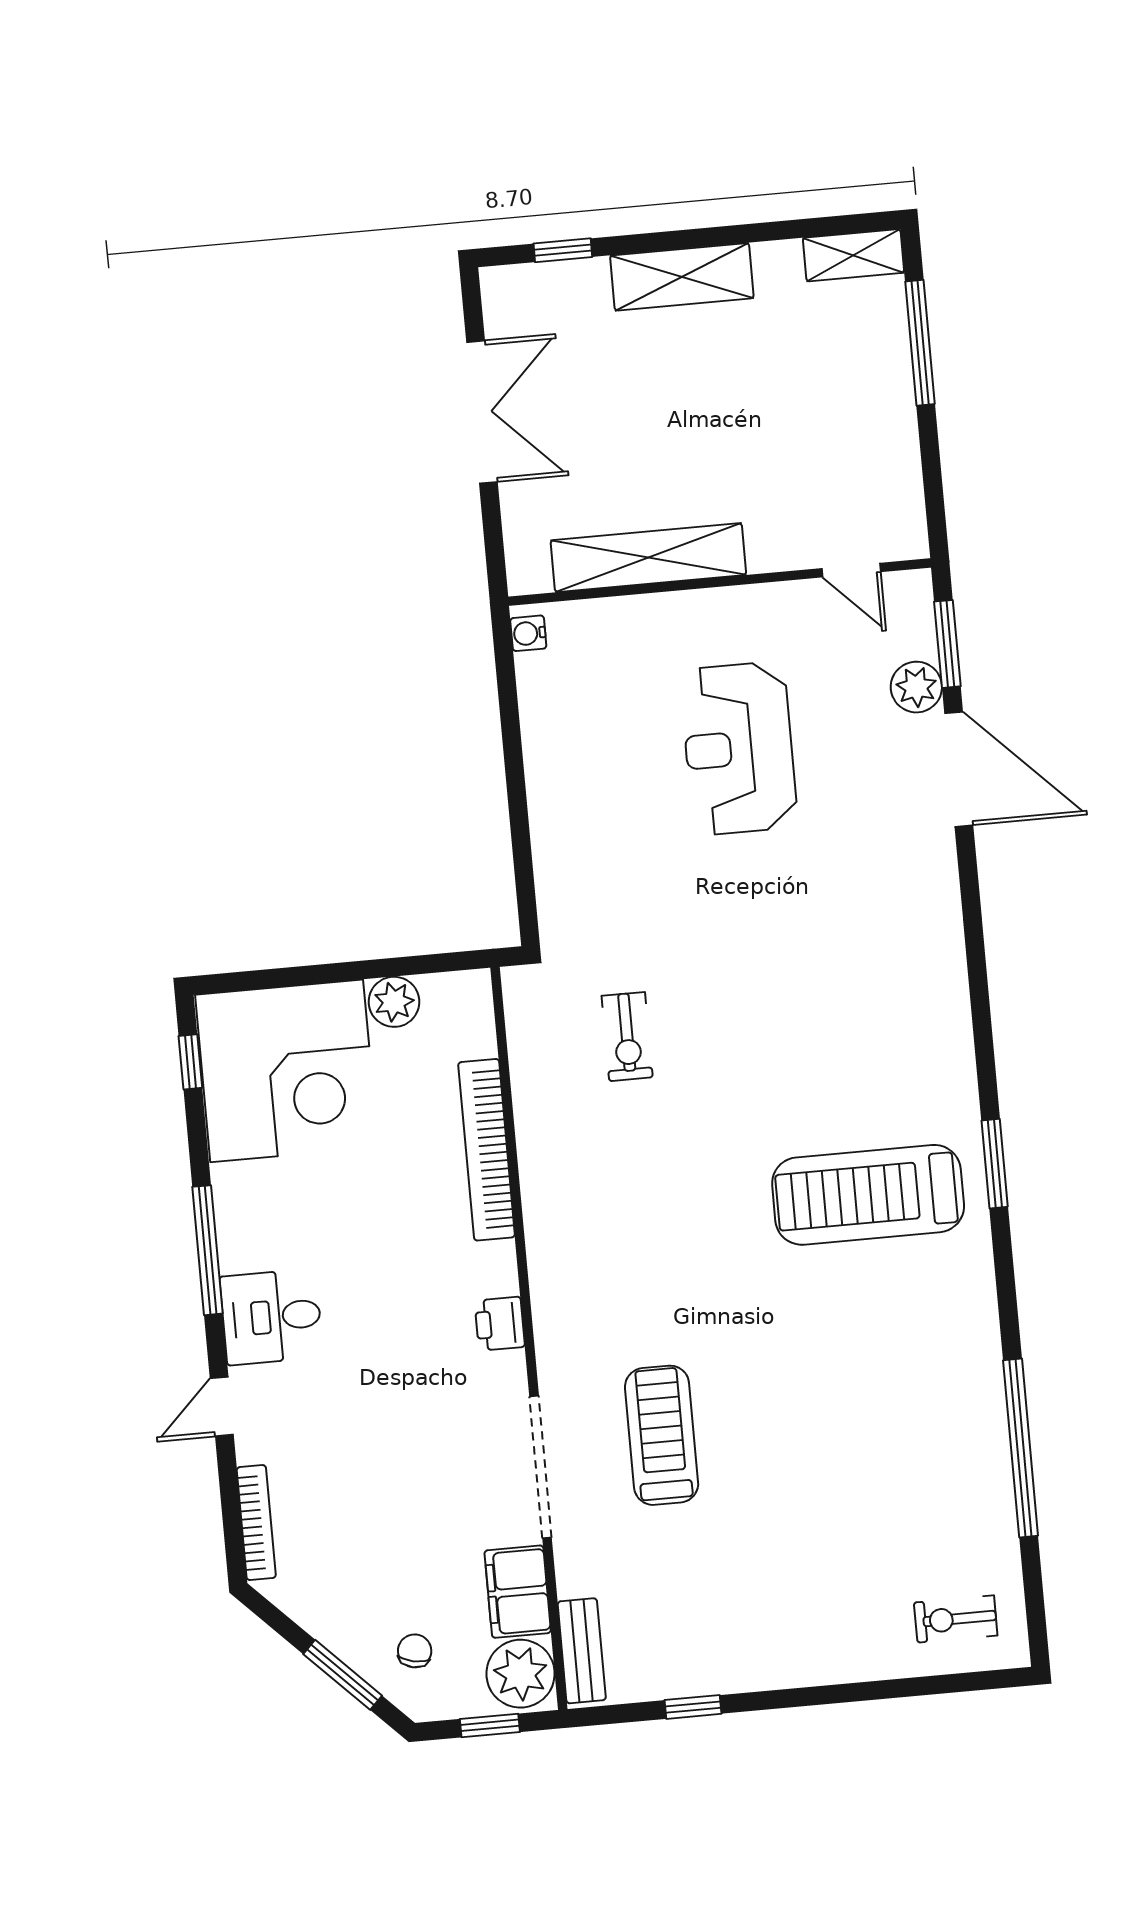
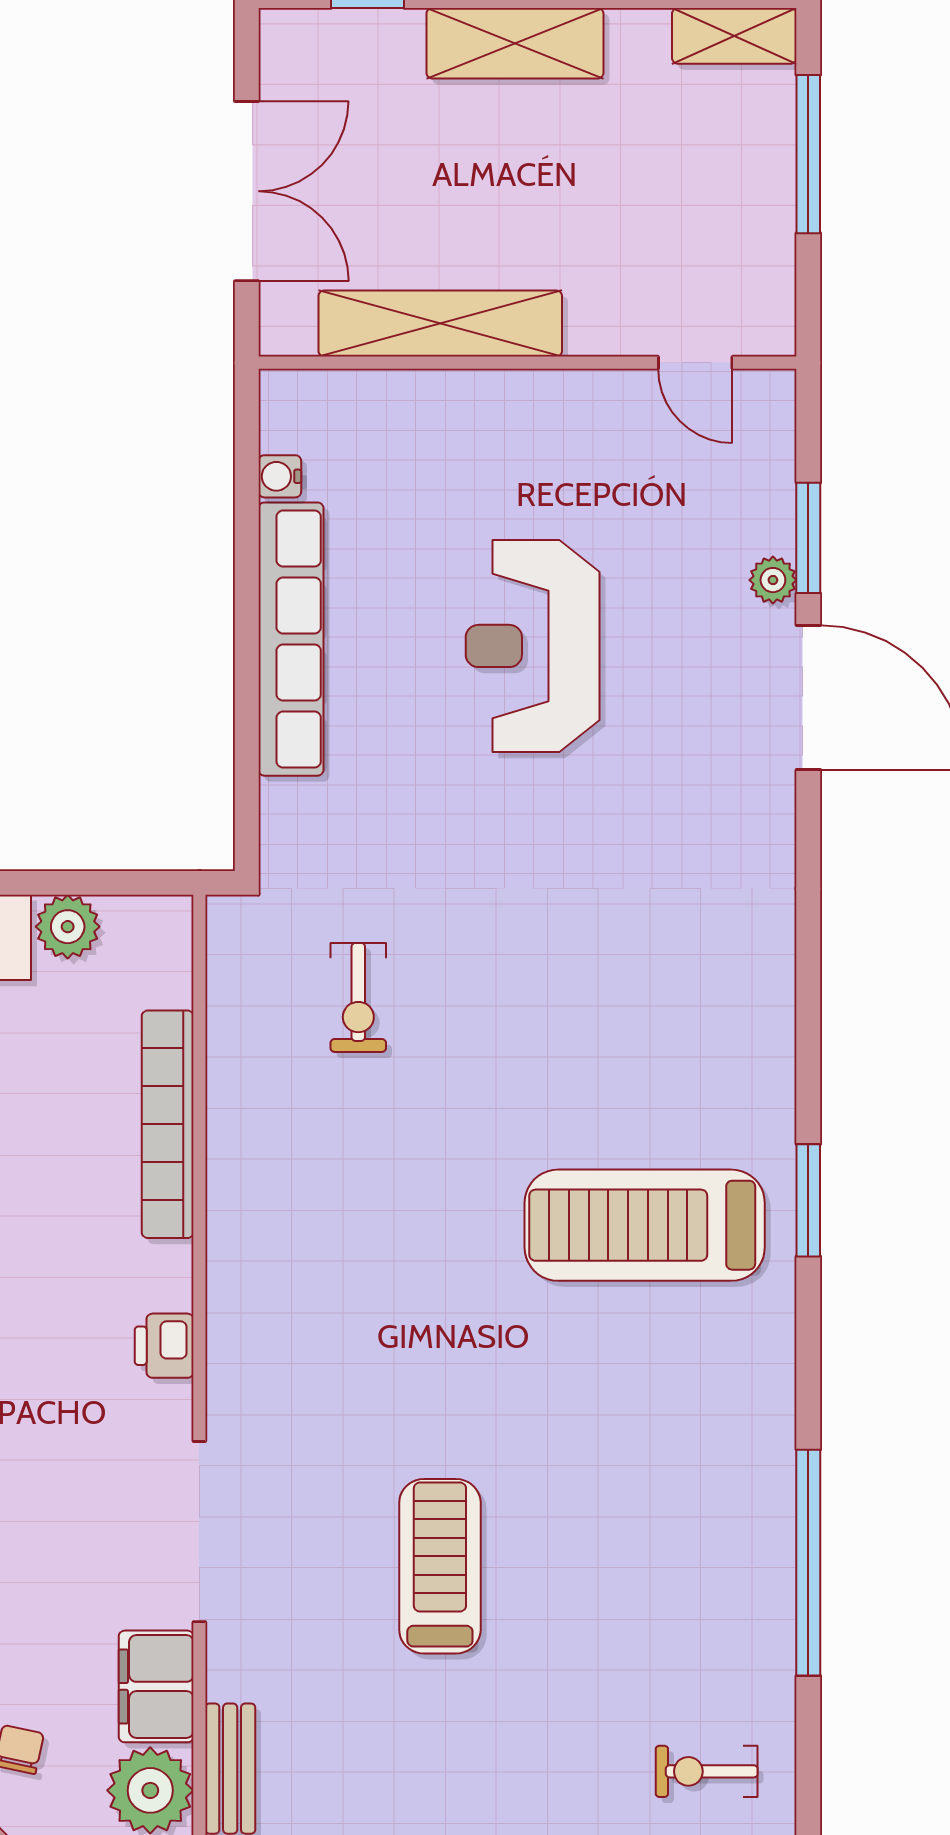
shelving: (648, 558) -> (440, 323), moved
door: (851, 570) -> (695, 363), moved
wall: (720, 582) -> (527, 363), moved
plant: (916, 687) -> (773, 580), width x0.73, depth x0.73
row of seats: (549, 760) -> (291, 639), added
treadmill: (662, 1435) -> (440, 1566), moved

